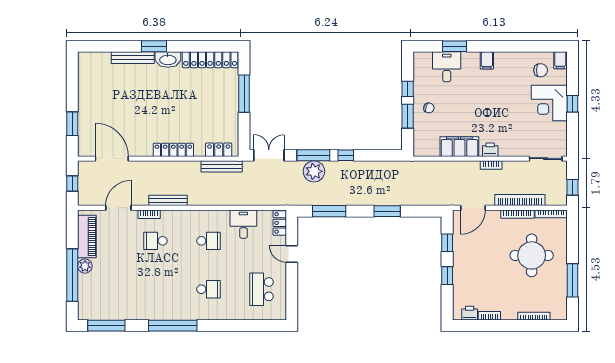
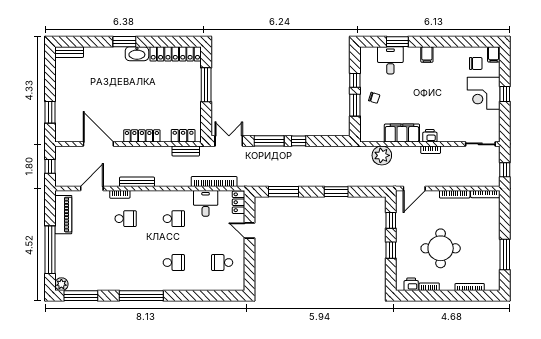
bench: (133, 58) -> (69, 52), moved, width x0.73
door: (112, 159) -> (98, 144), moved
bench: (222, 166) -> (186, 151), width x0.73
plant: (314, 171) -> (382, 155), moved
bookcase: (520, 200) -> (214, 181), moved
school desk: (155, 241) -> (126, 219), turned 180
round table: (532, 255) -> (441, 248), moved
plant: (85, 266) -> (61, 284), moved
school desk: (262, 289) -> (222, 263), width x0.54

